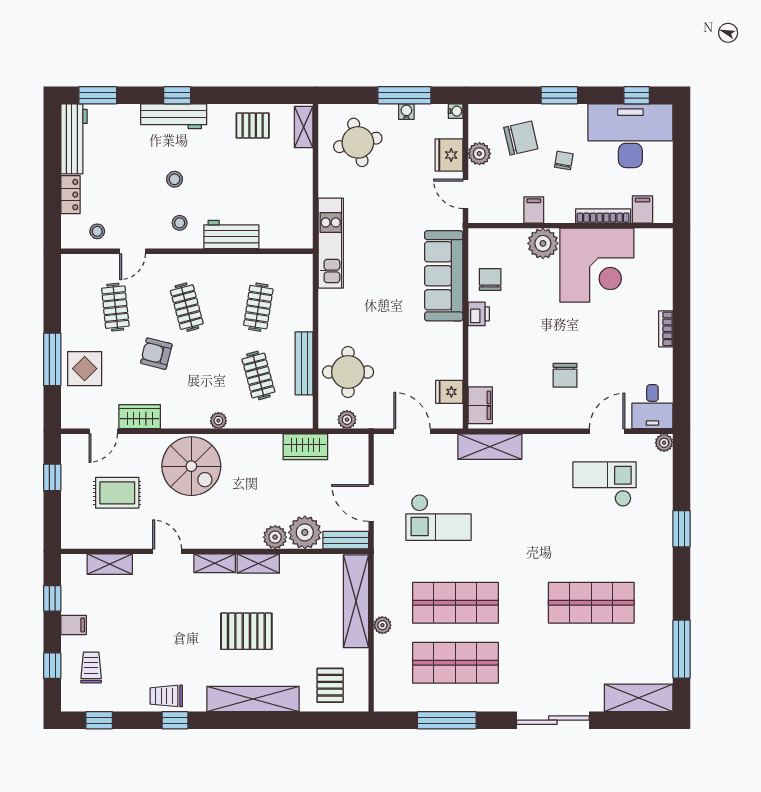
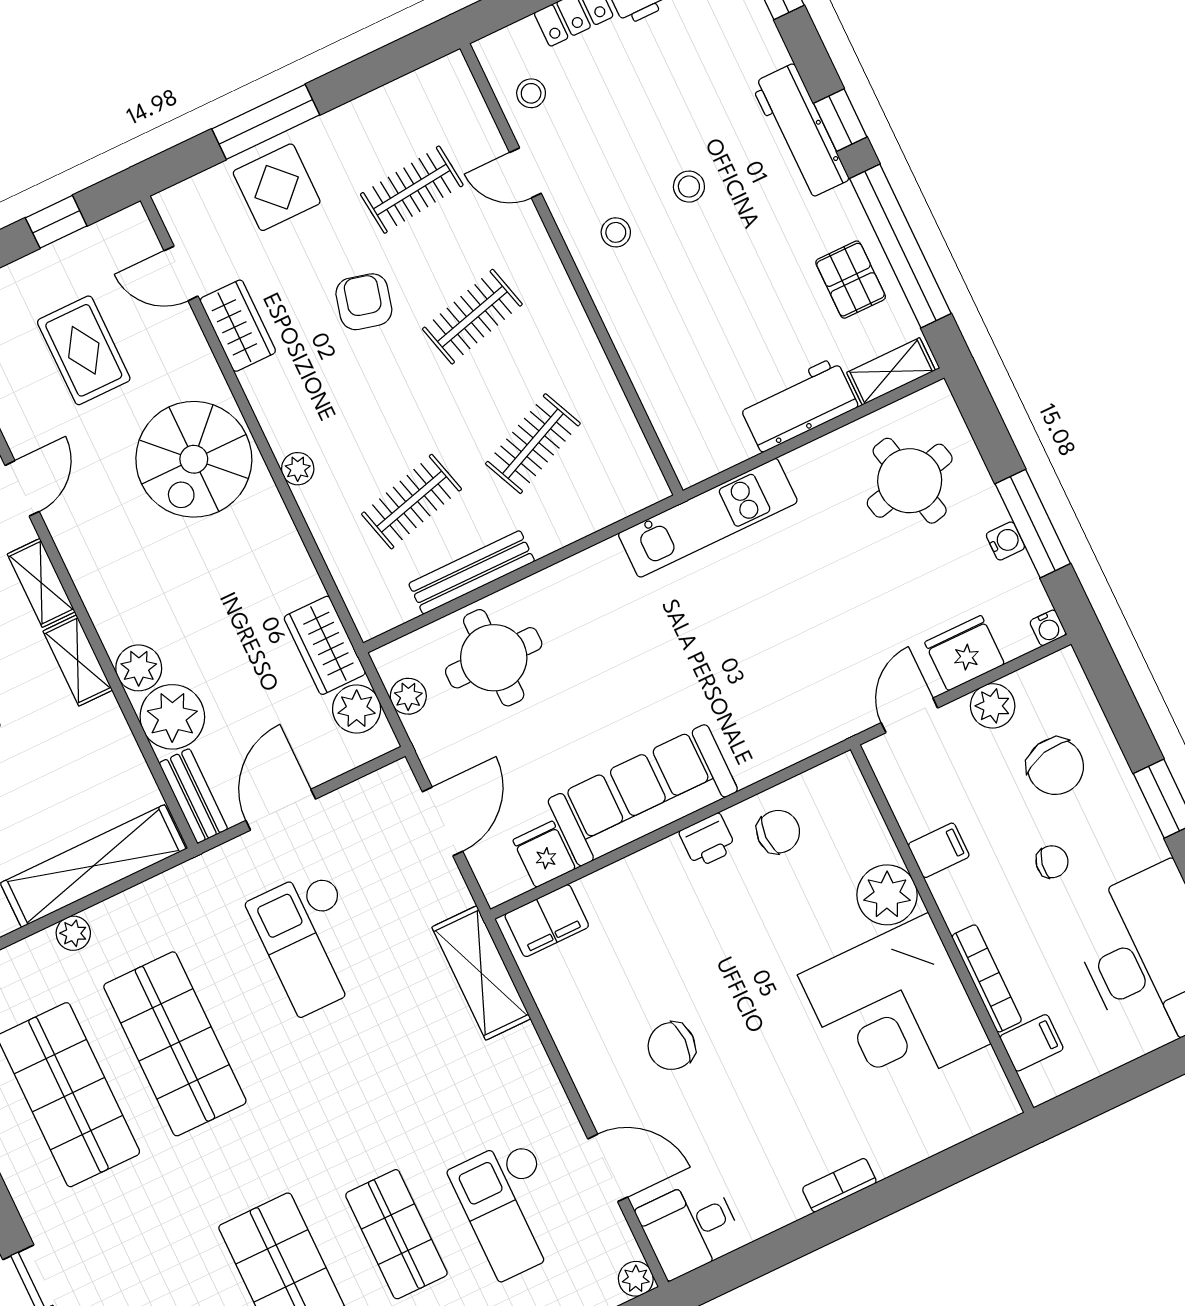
window: (248, 95) -> (900, 246), added
workbench: (231, 235) -> (798, 405), moved, turned -90
sofa: (444, 276) -> (643, 795), moved
clothes rail: (258, 307) -> (533, 444), turned -33
plant: (342, 446) -> (357, 709), added
checkout: (605, 484) -> (512, 1208), turned 180
shop shelf: (591, 543) -> (396, 1234), added

